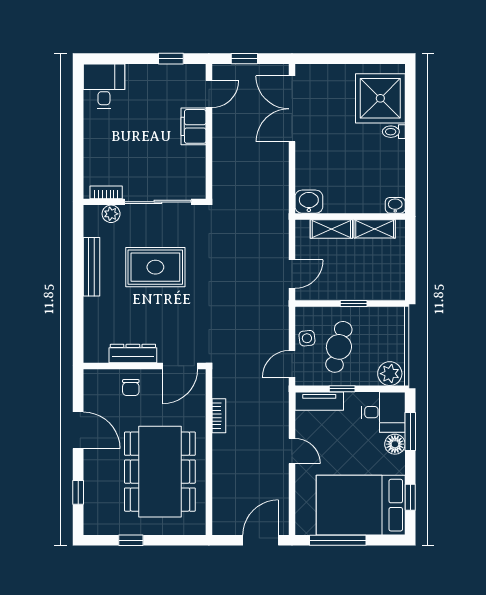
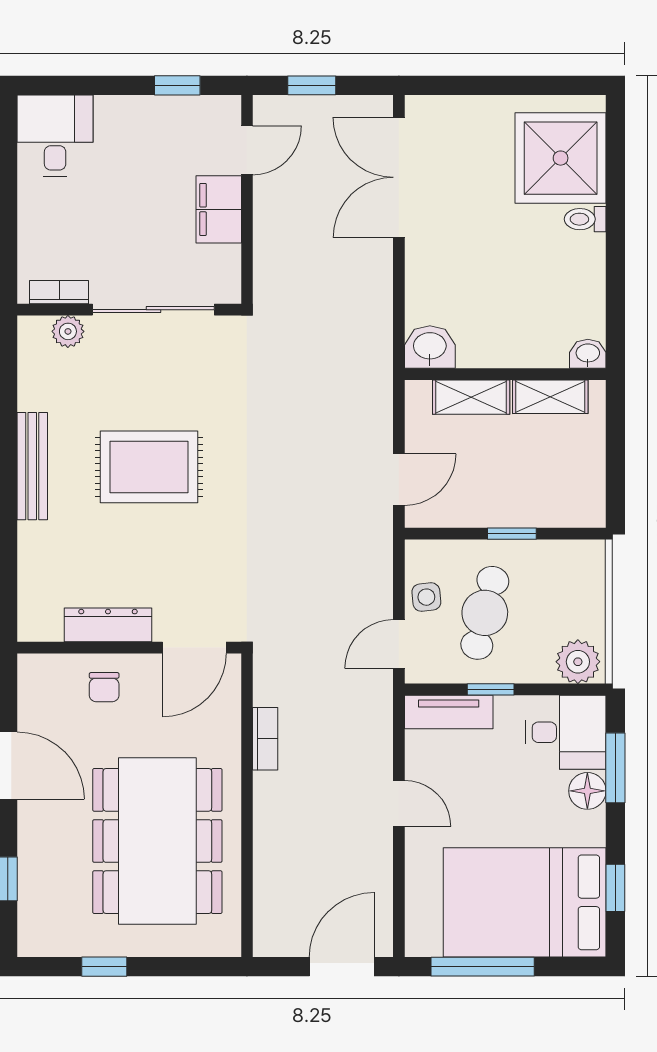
bookcase: (106, 192) -> (59, 292), moved
wall: (145, 202) -> (129, 310), moved
sliding door: (158, 202) -> (153, 310), moved
plant: (111, 214) -> (68, 331), moved

